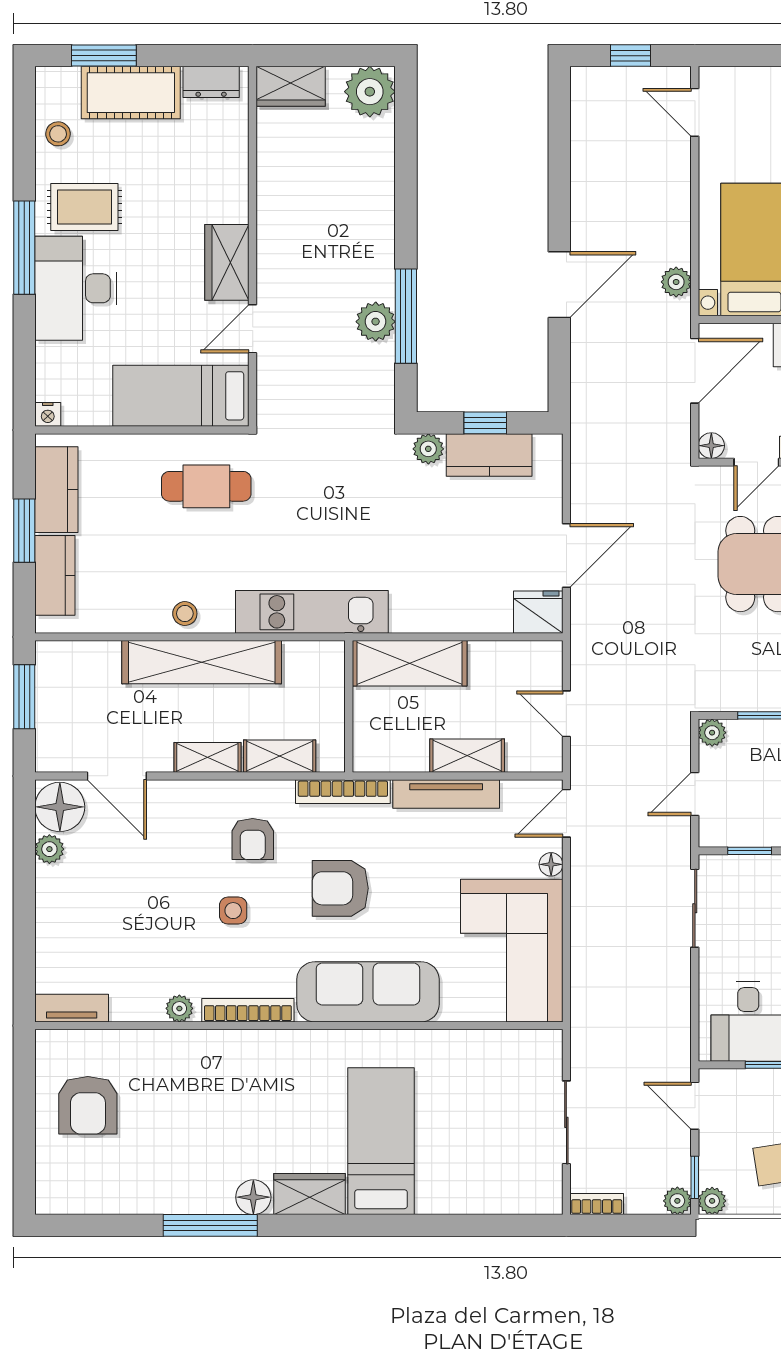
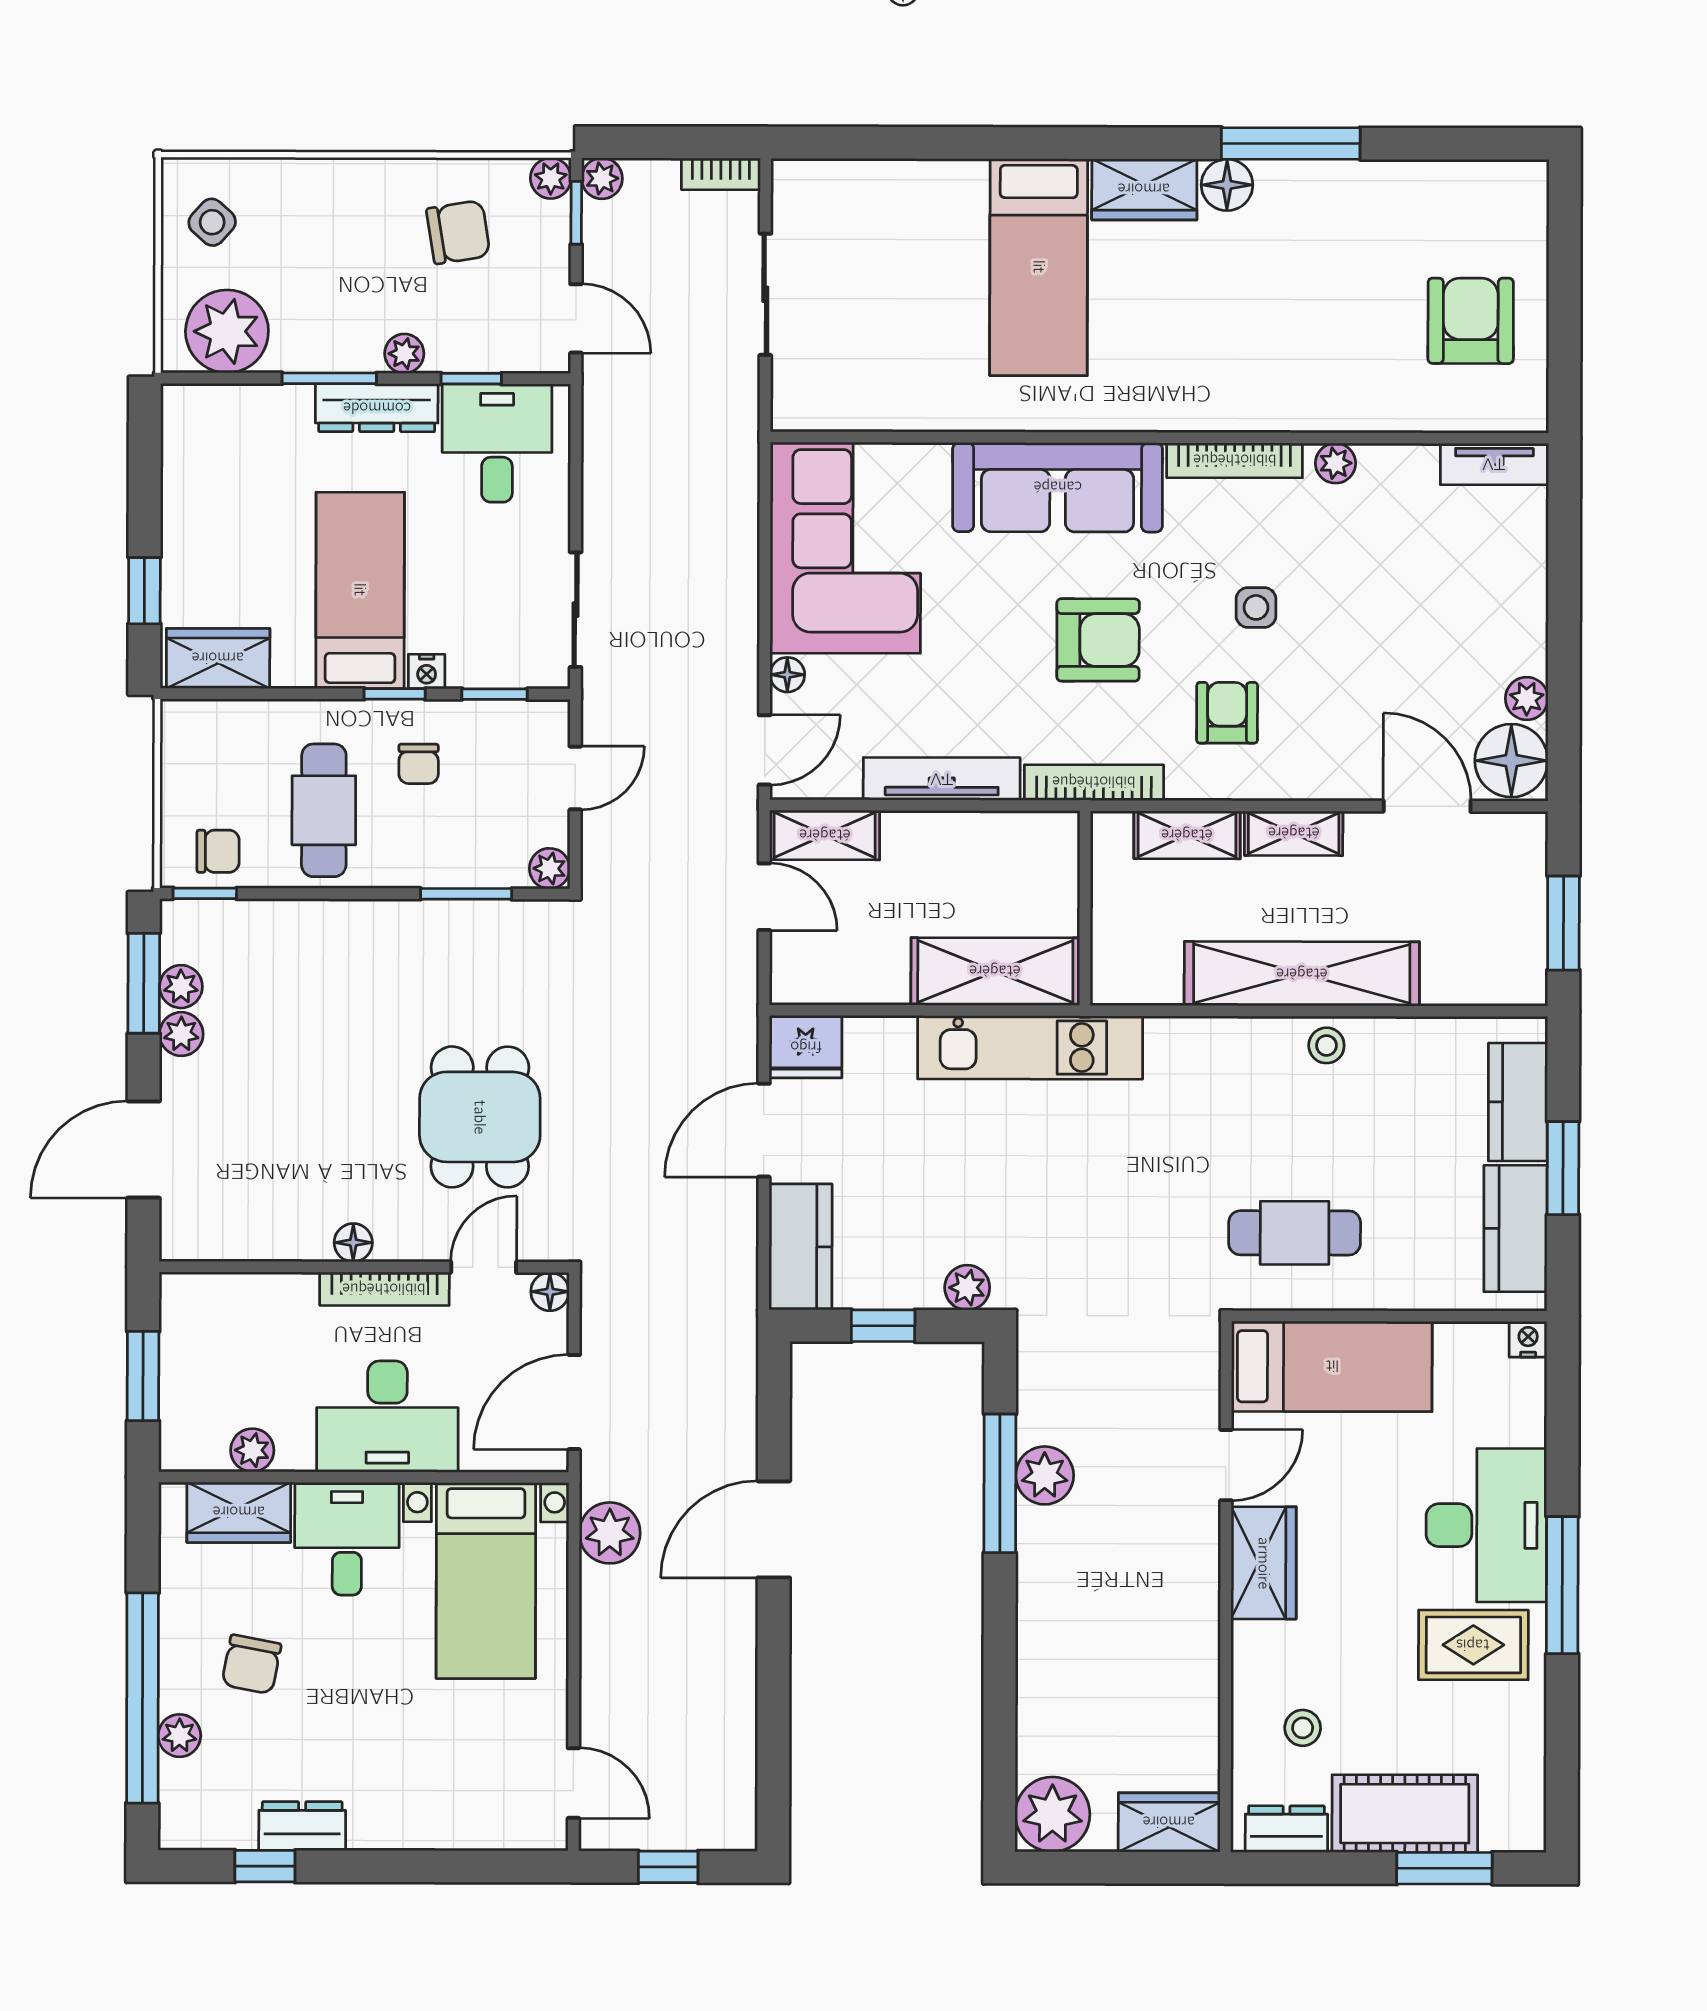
stool: (58, 134) -> (1303, 1728), moved
plant: (676, 282) -> (610, 1533), width x1.38, depth x1.38
kitchen counter: (489, 455) -> (800, 1247), moved, turned 90
kitchen unit: (312, 612) -> (1030, 1047), moved
shelving: (467, 756) -> (825, 835), moved

